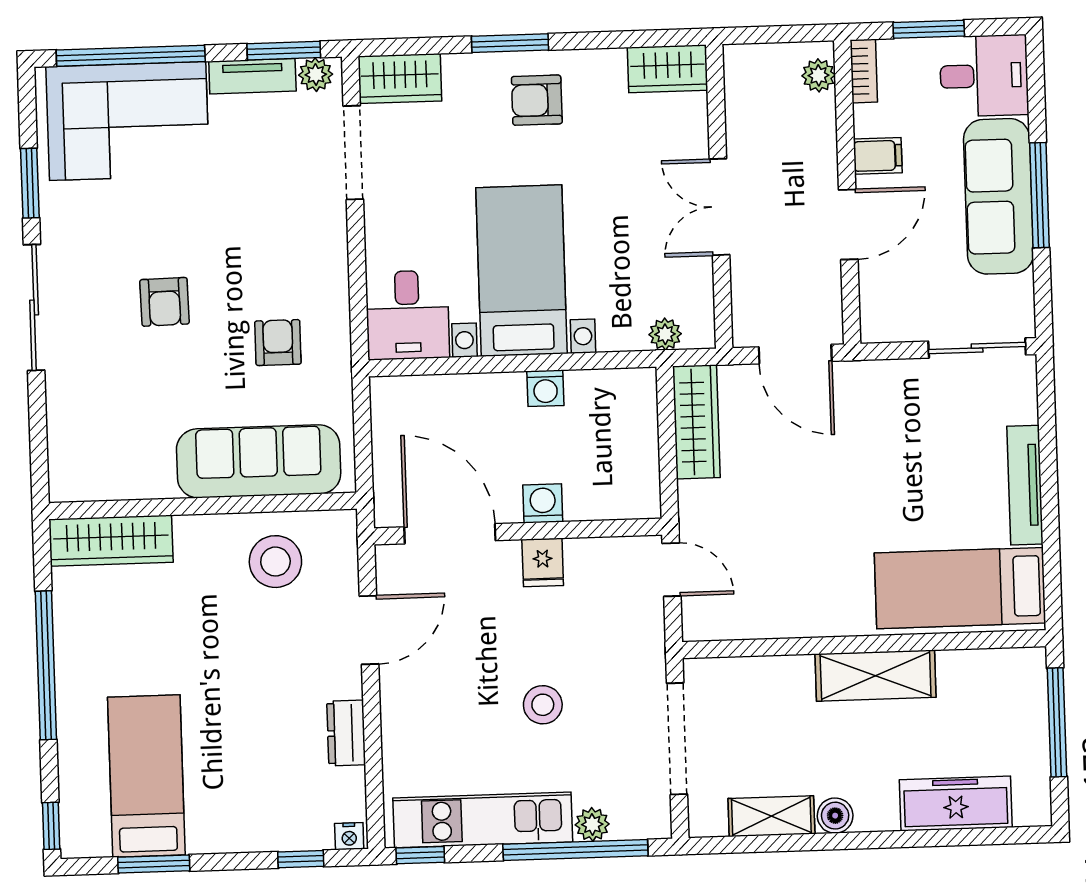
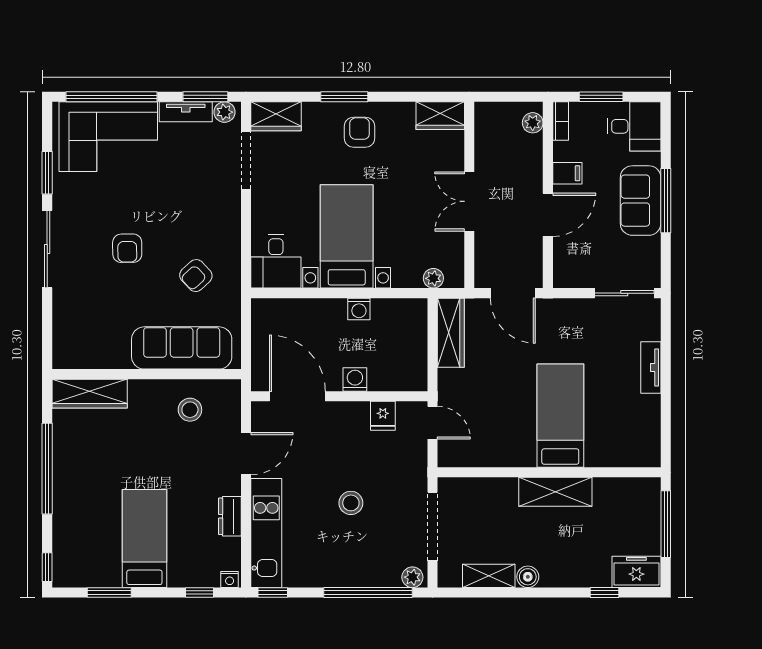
armchair: (537, 100) -> (360, 132), turned 90
sofa: (999, 196) -> (641, 201), width x0.73
armchair: (278, 343) -> (196, 276), turned -133
tv unit: (1025, 485) -> (651, 367), width x0.71
stool: (275, 562) -> (190, 410), width x0.73, depth x0.73
fridge: (543, 562) -> (383, 416), moved
bed: (960, 588) -> (560, 416), moved, turned 90
bed: (146, 776) -> (144, 539), moved
freezer: (956, 804) -> (636, 572), moved, width x0.71
kitchen unit: (483, 820) -> (266, 533), moved, turned 90
plant: (592, 824) -> (412, 577), moved
window: (961, 837) -> (604, 593), added

